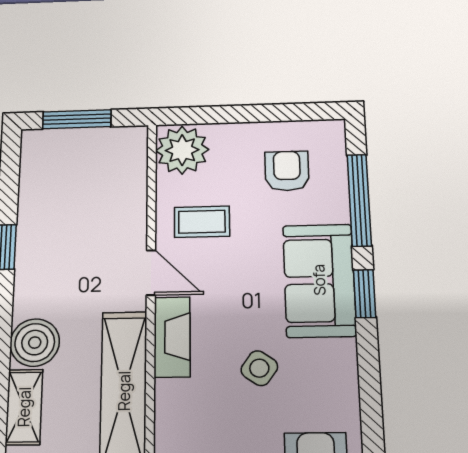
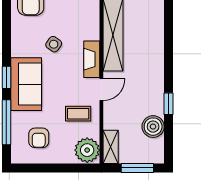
door: (151, 273) -> (101, 90), swing flipped
boiler: (35, 343) -> (153, 127), moved
shelving: (24, 407) -> (111, 147), moved

